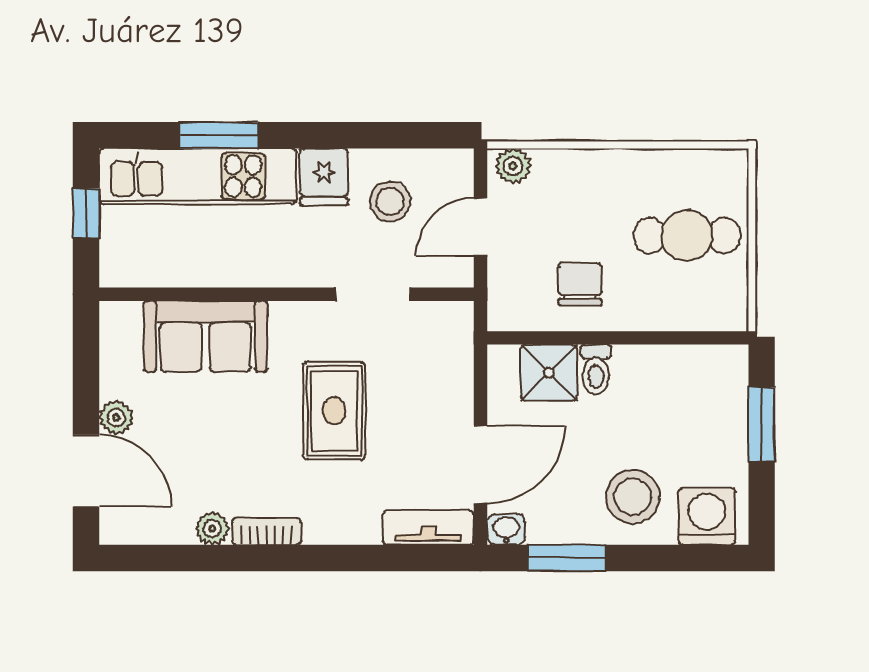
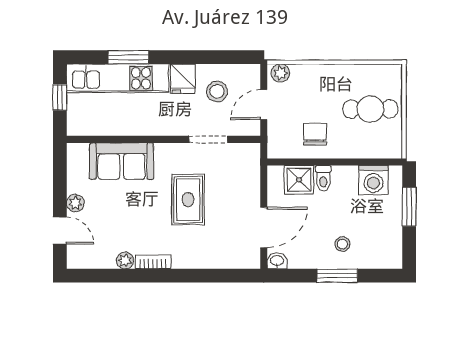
door: (86, 471) -> (60, 231), width x0.73
stool: (633, 497) -> (342, 244), width x0.53, depth x0.53
washing machine: (707, 516) -> (373, 180), moved, turned 180
tv unit: (428, 527) -> (237, 260), removed
window: (567, 558) -> (337, 276), moved

